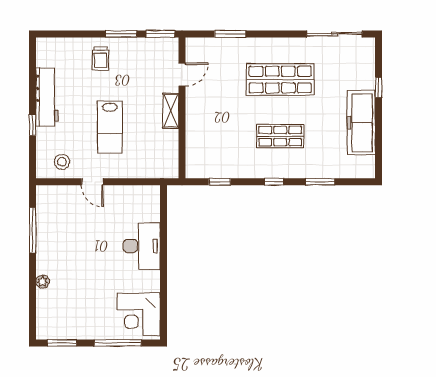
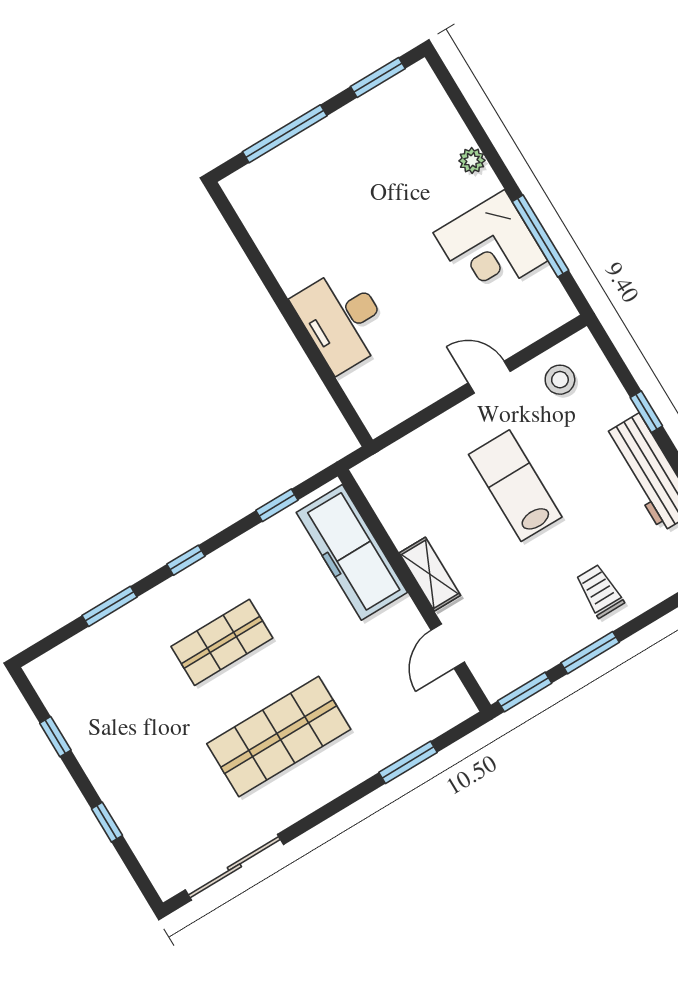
freezer: (361, 123) -> (352, 552), moved, turned 180
window: (378, 139) -> (55, 737), added
corner desk: (139, 314) -> (490, 247), moved, turned 180

